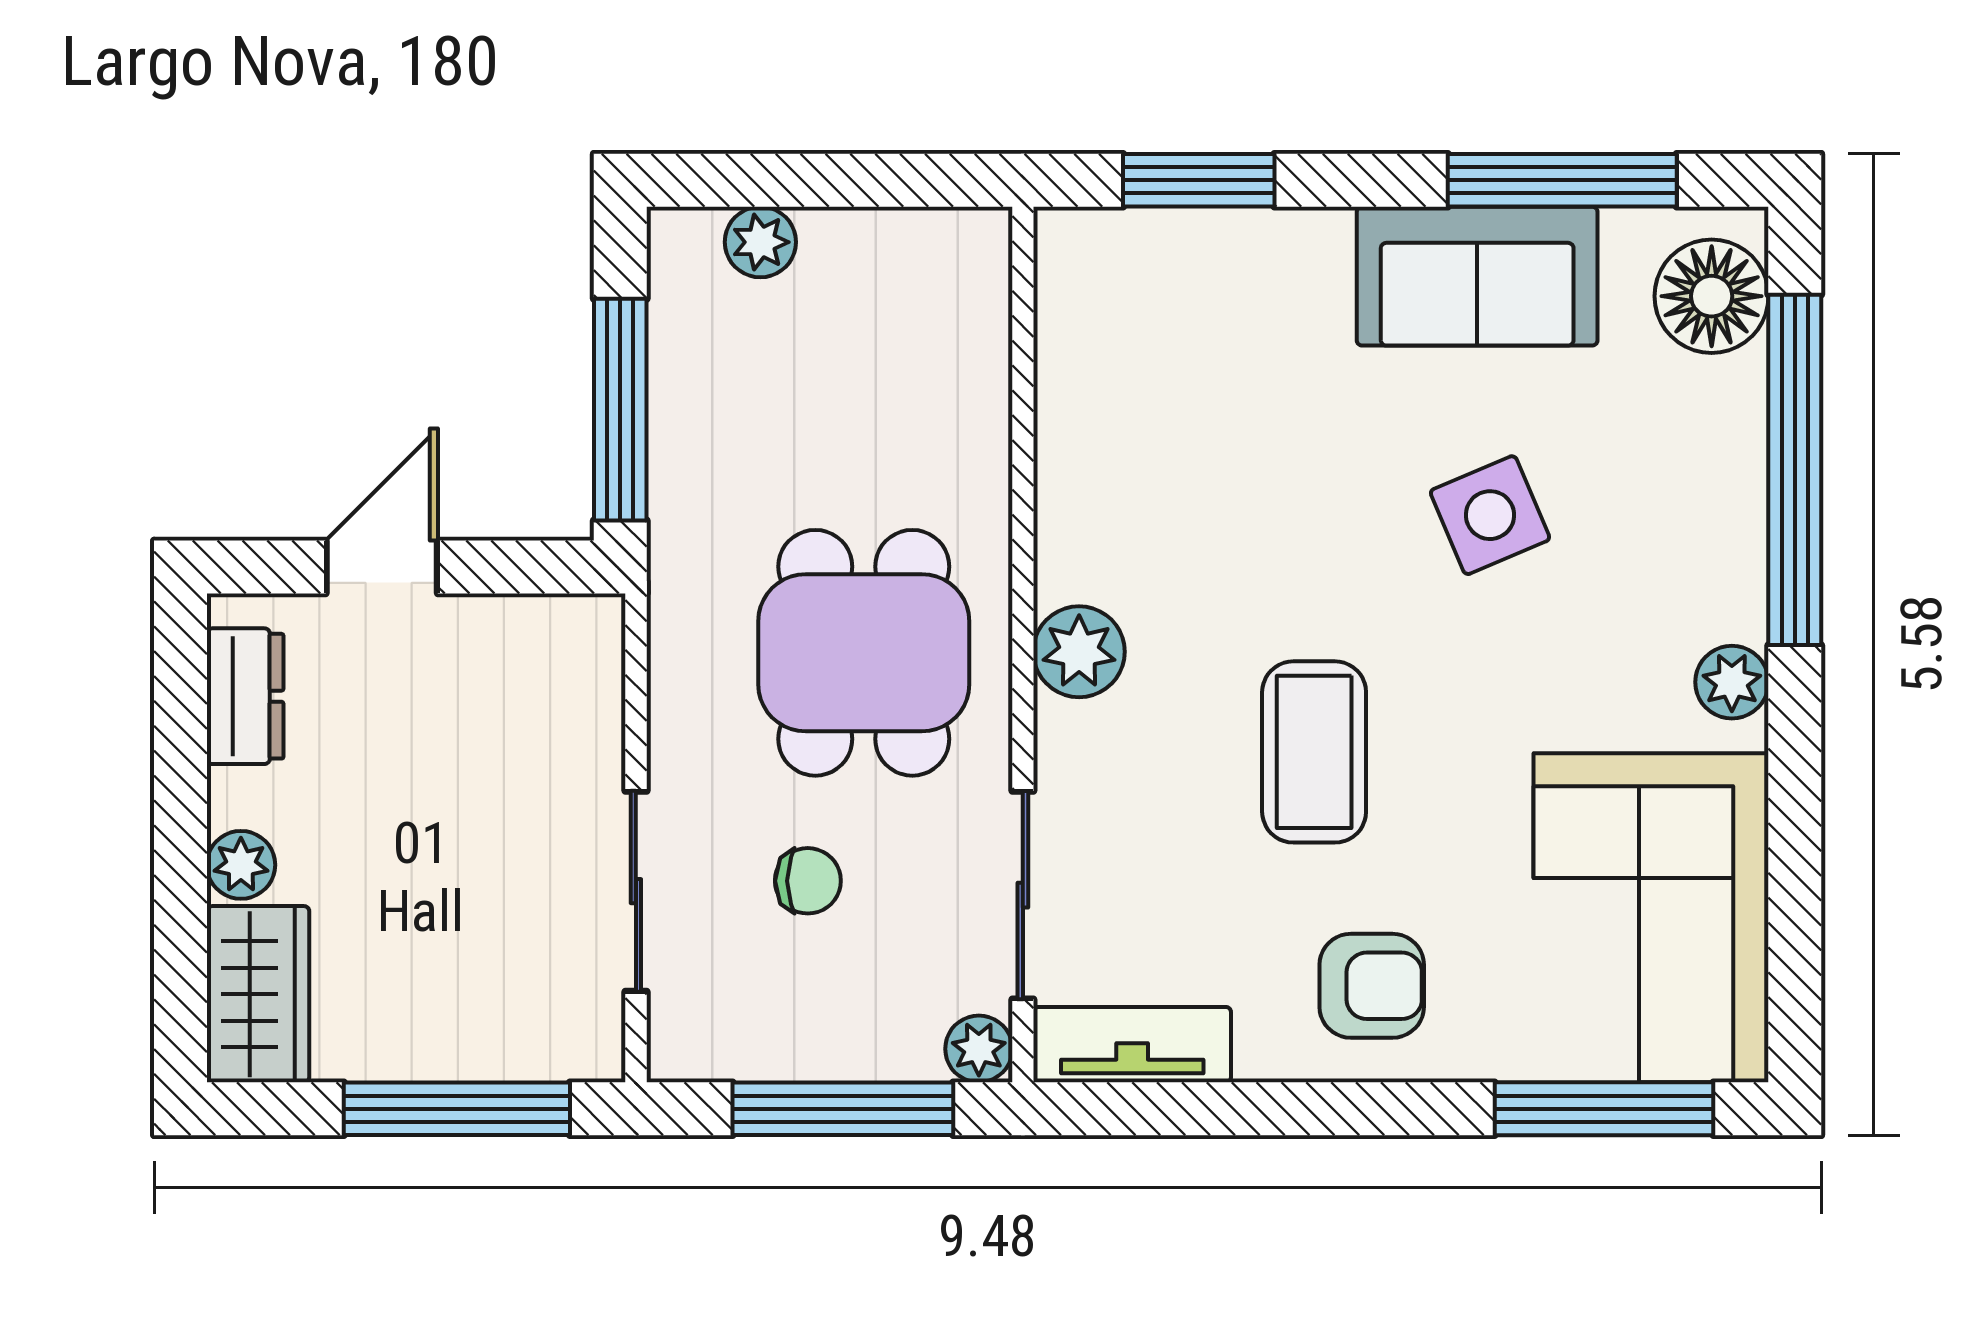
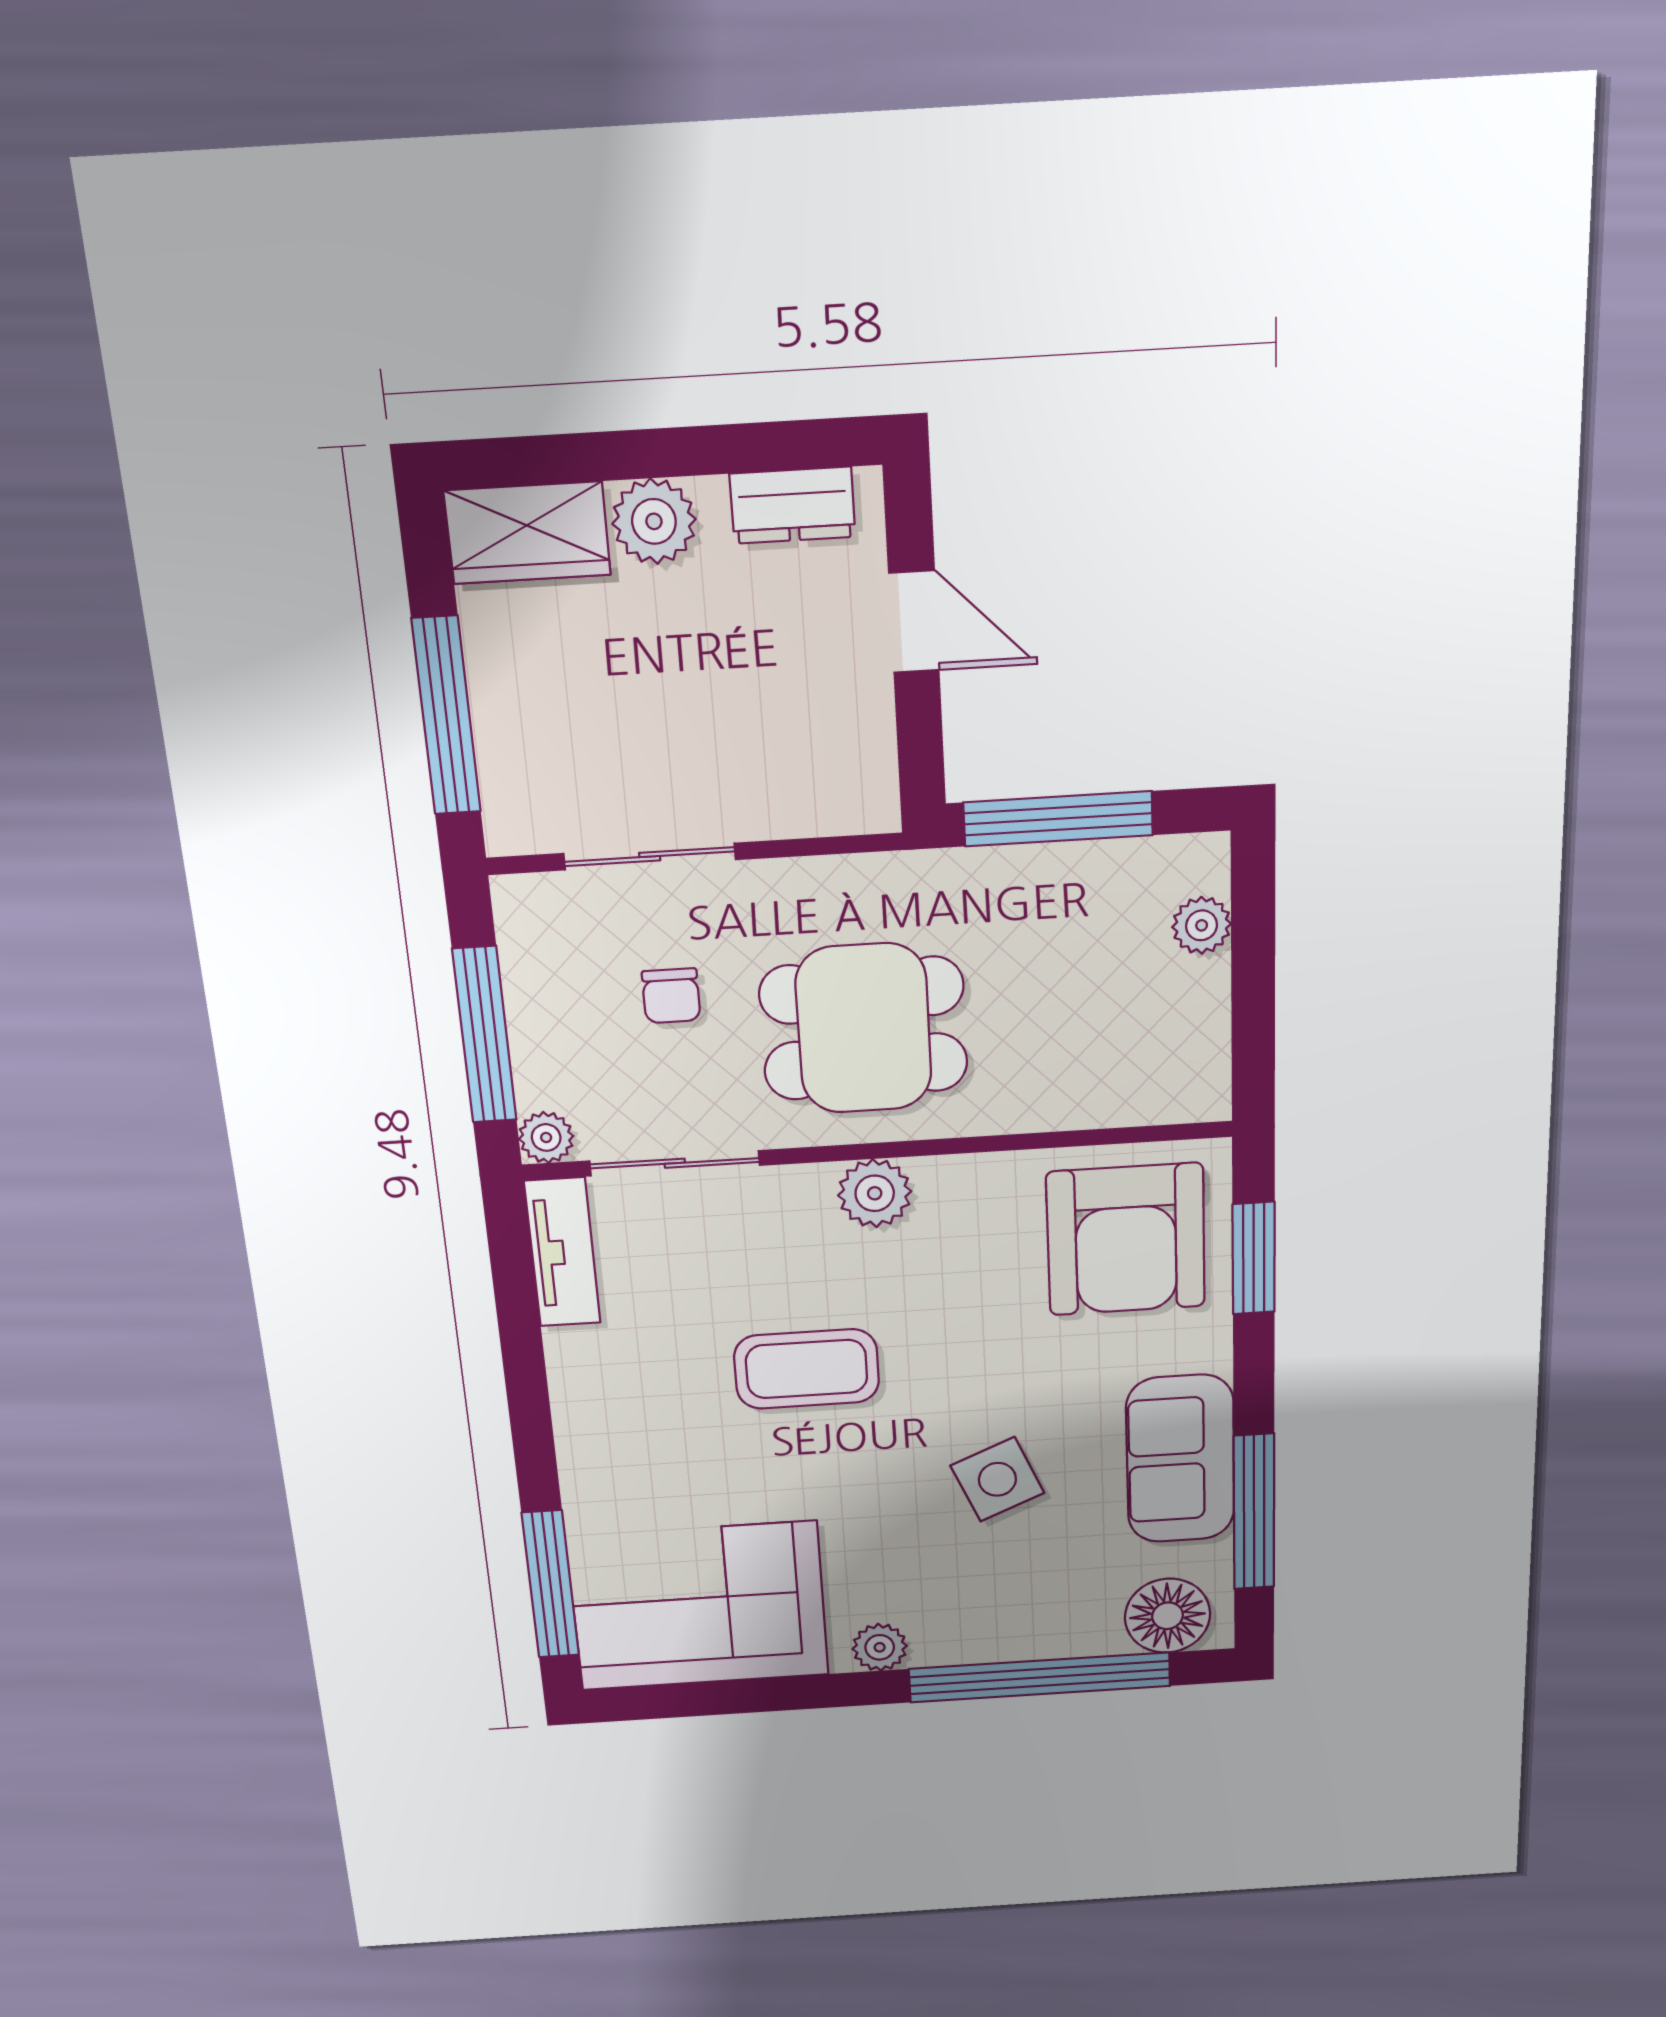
plant: (241, 865) -> (654, 521), width x1.38, depth x1.38
armchair: (1372, 986) -> (1126, 1239), moved, width x1.88, depth x1.88

